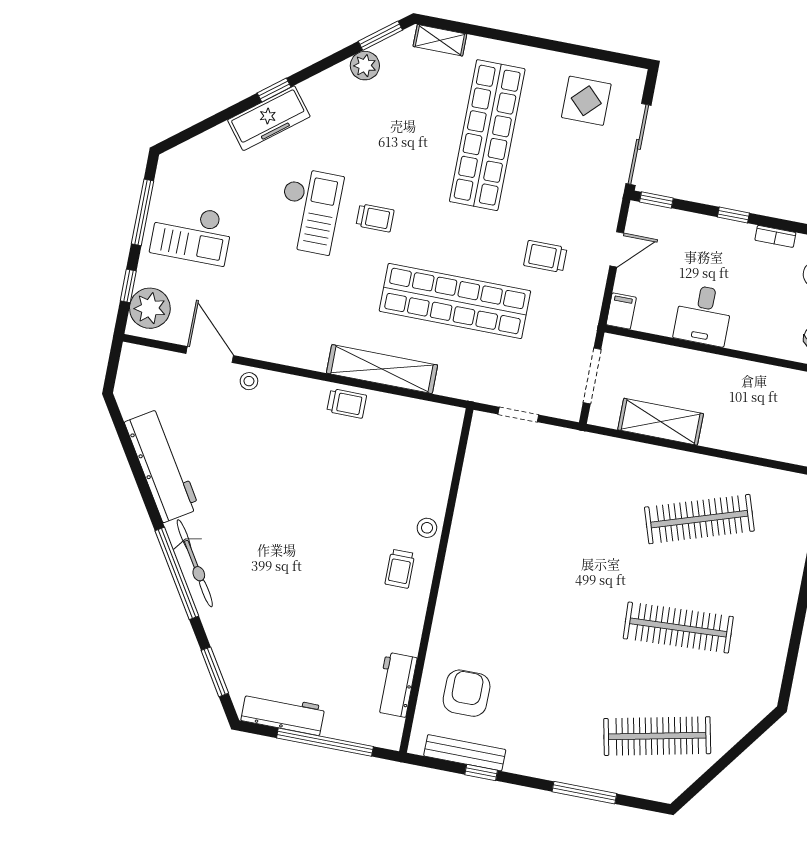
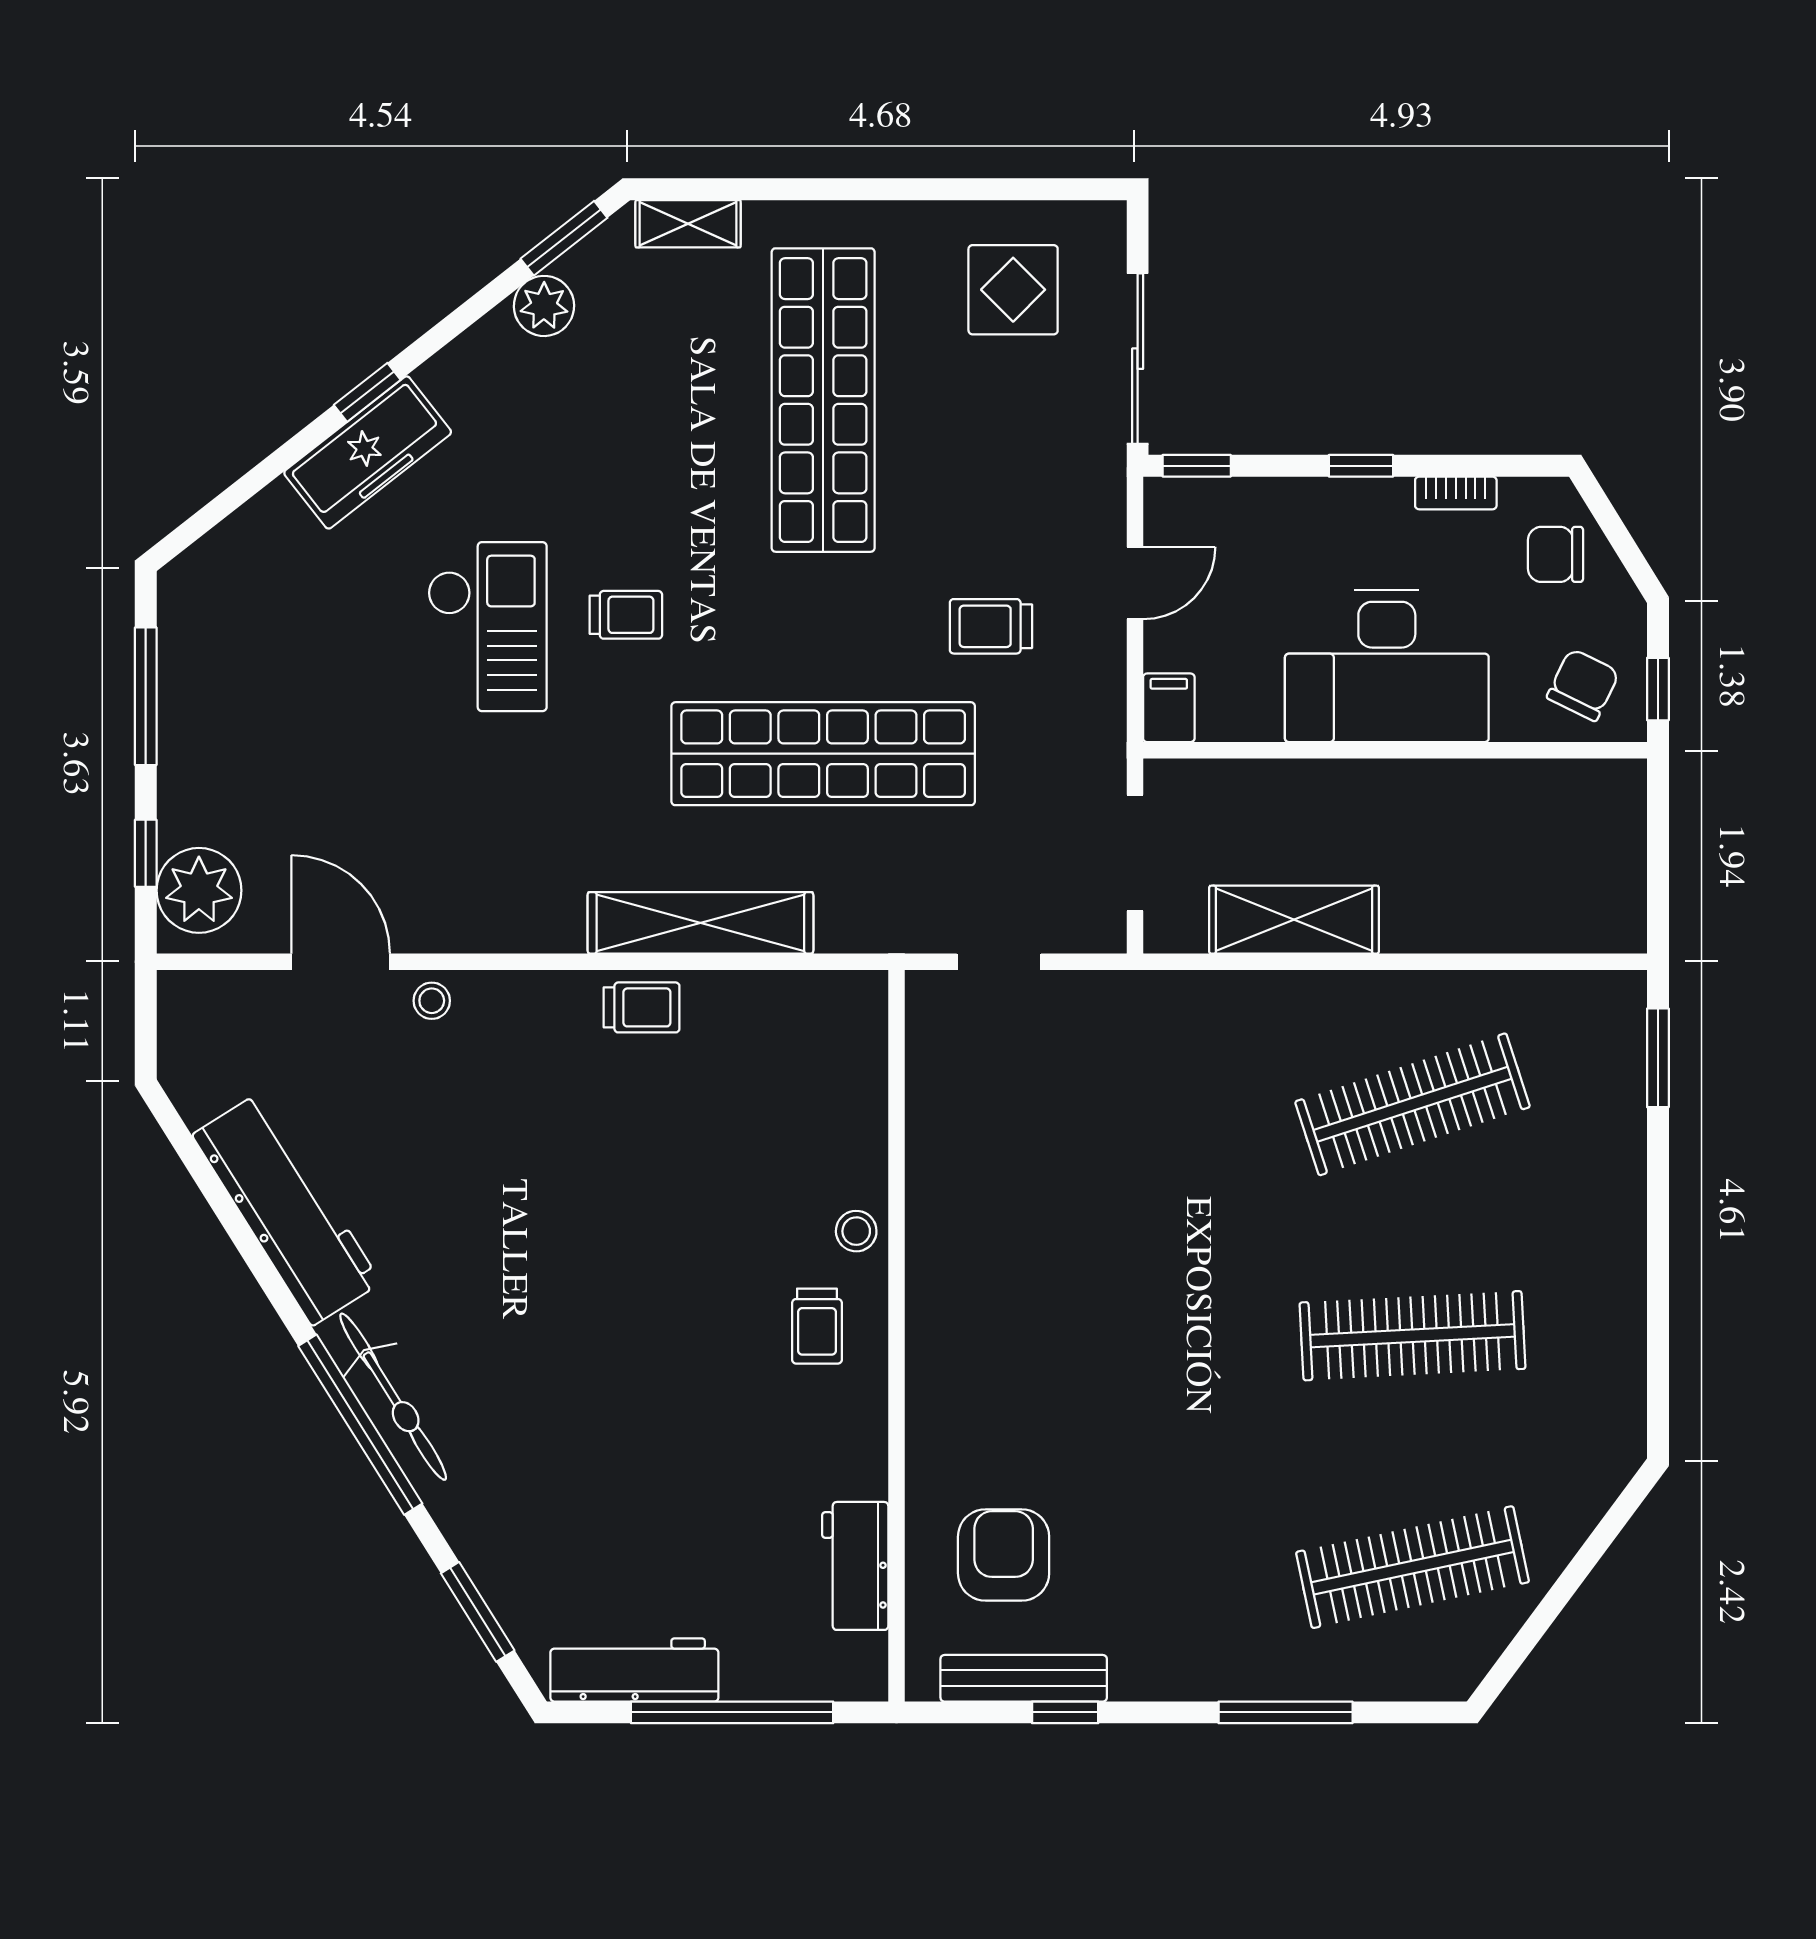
checkout: (192, 234) -> (255, 720), removed
desk: (703, 315) -> (1387, 666), width x1.87, depth x1.30

